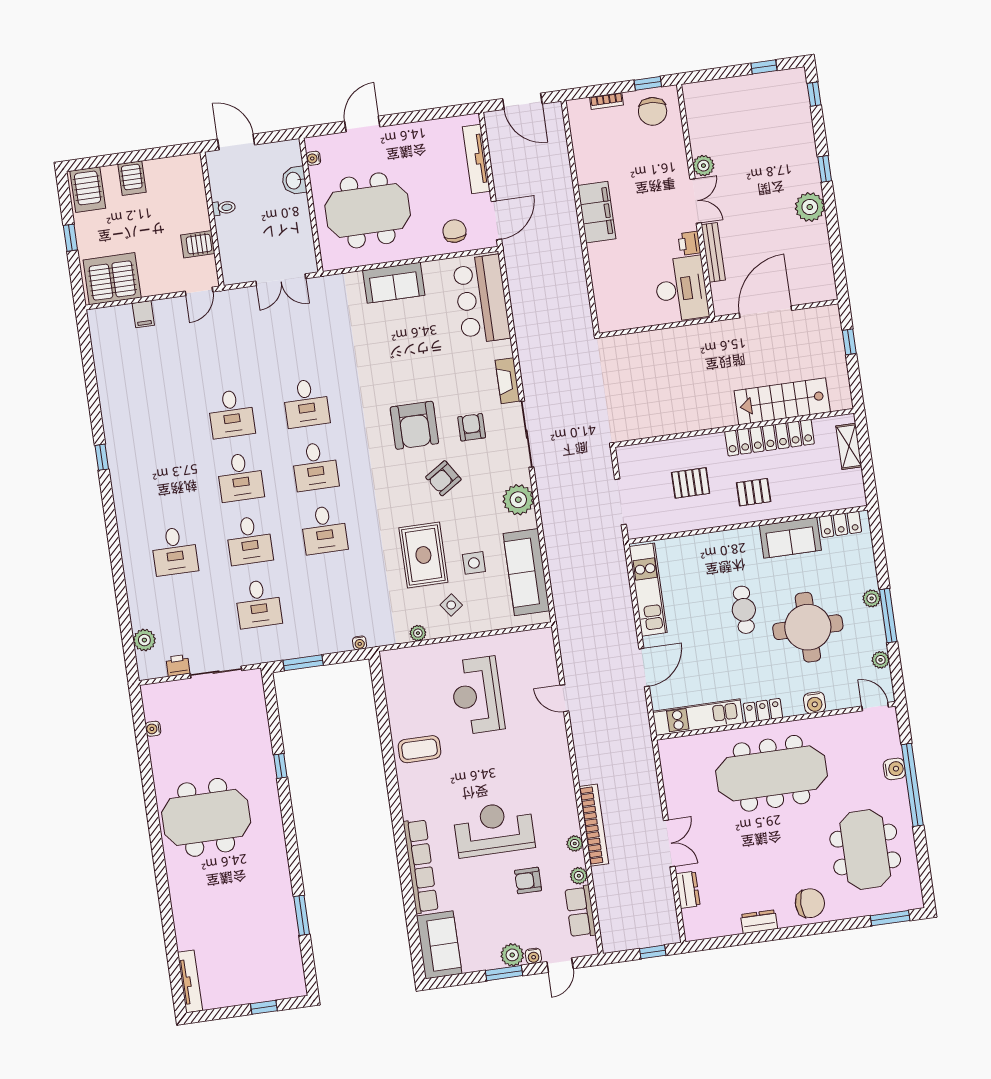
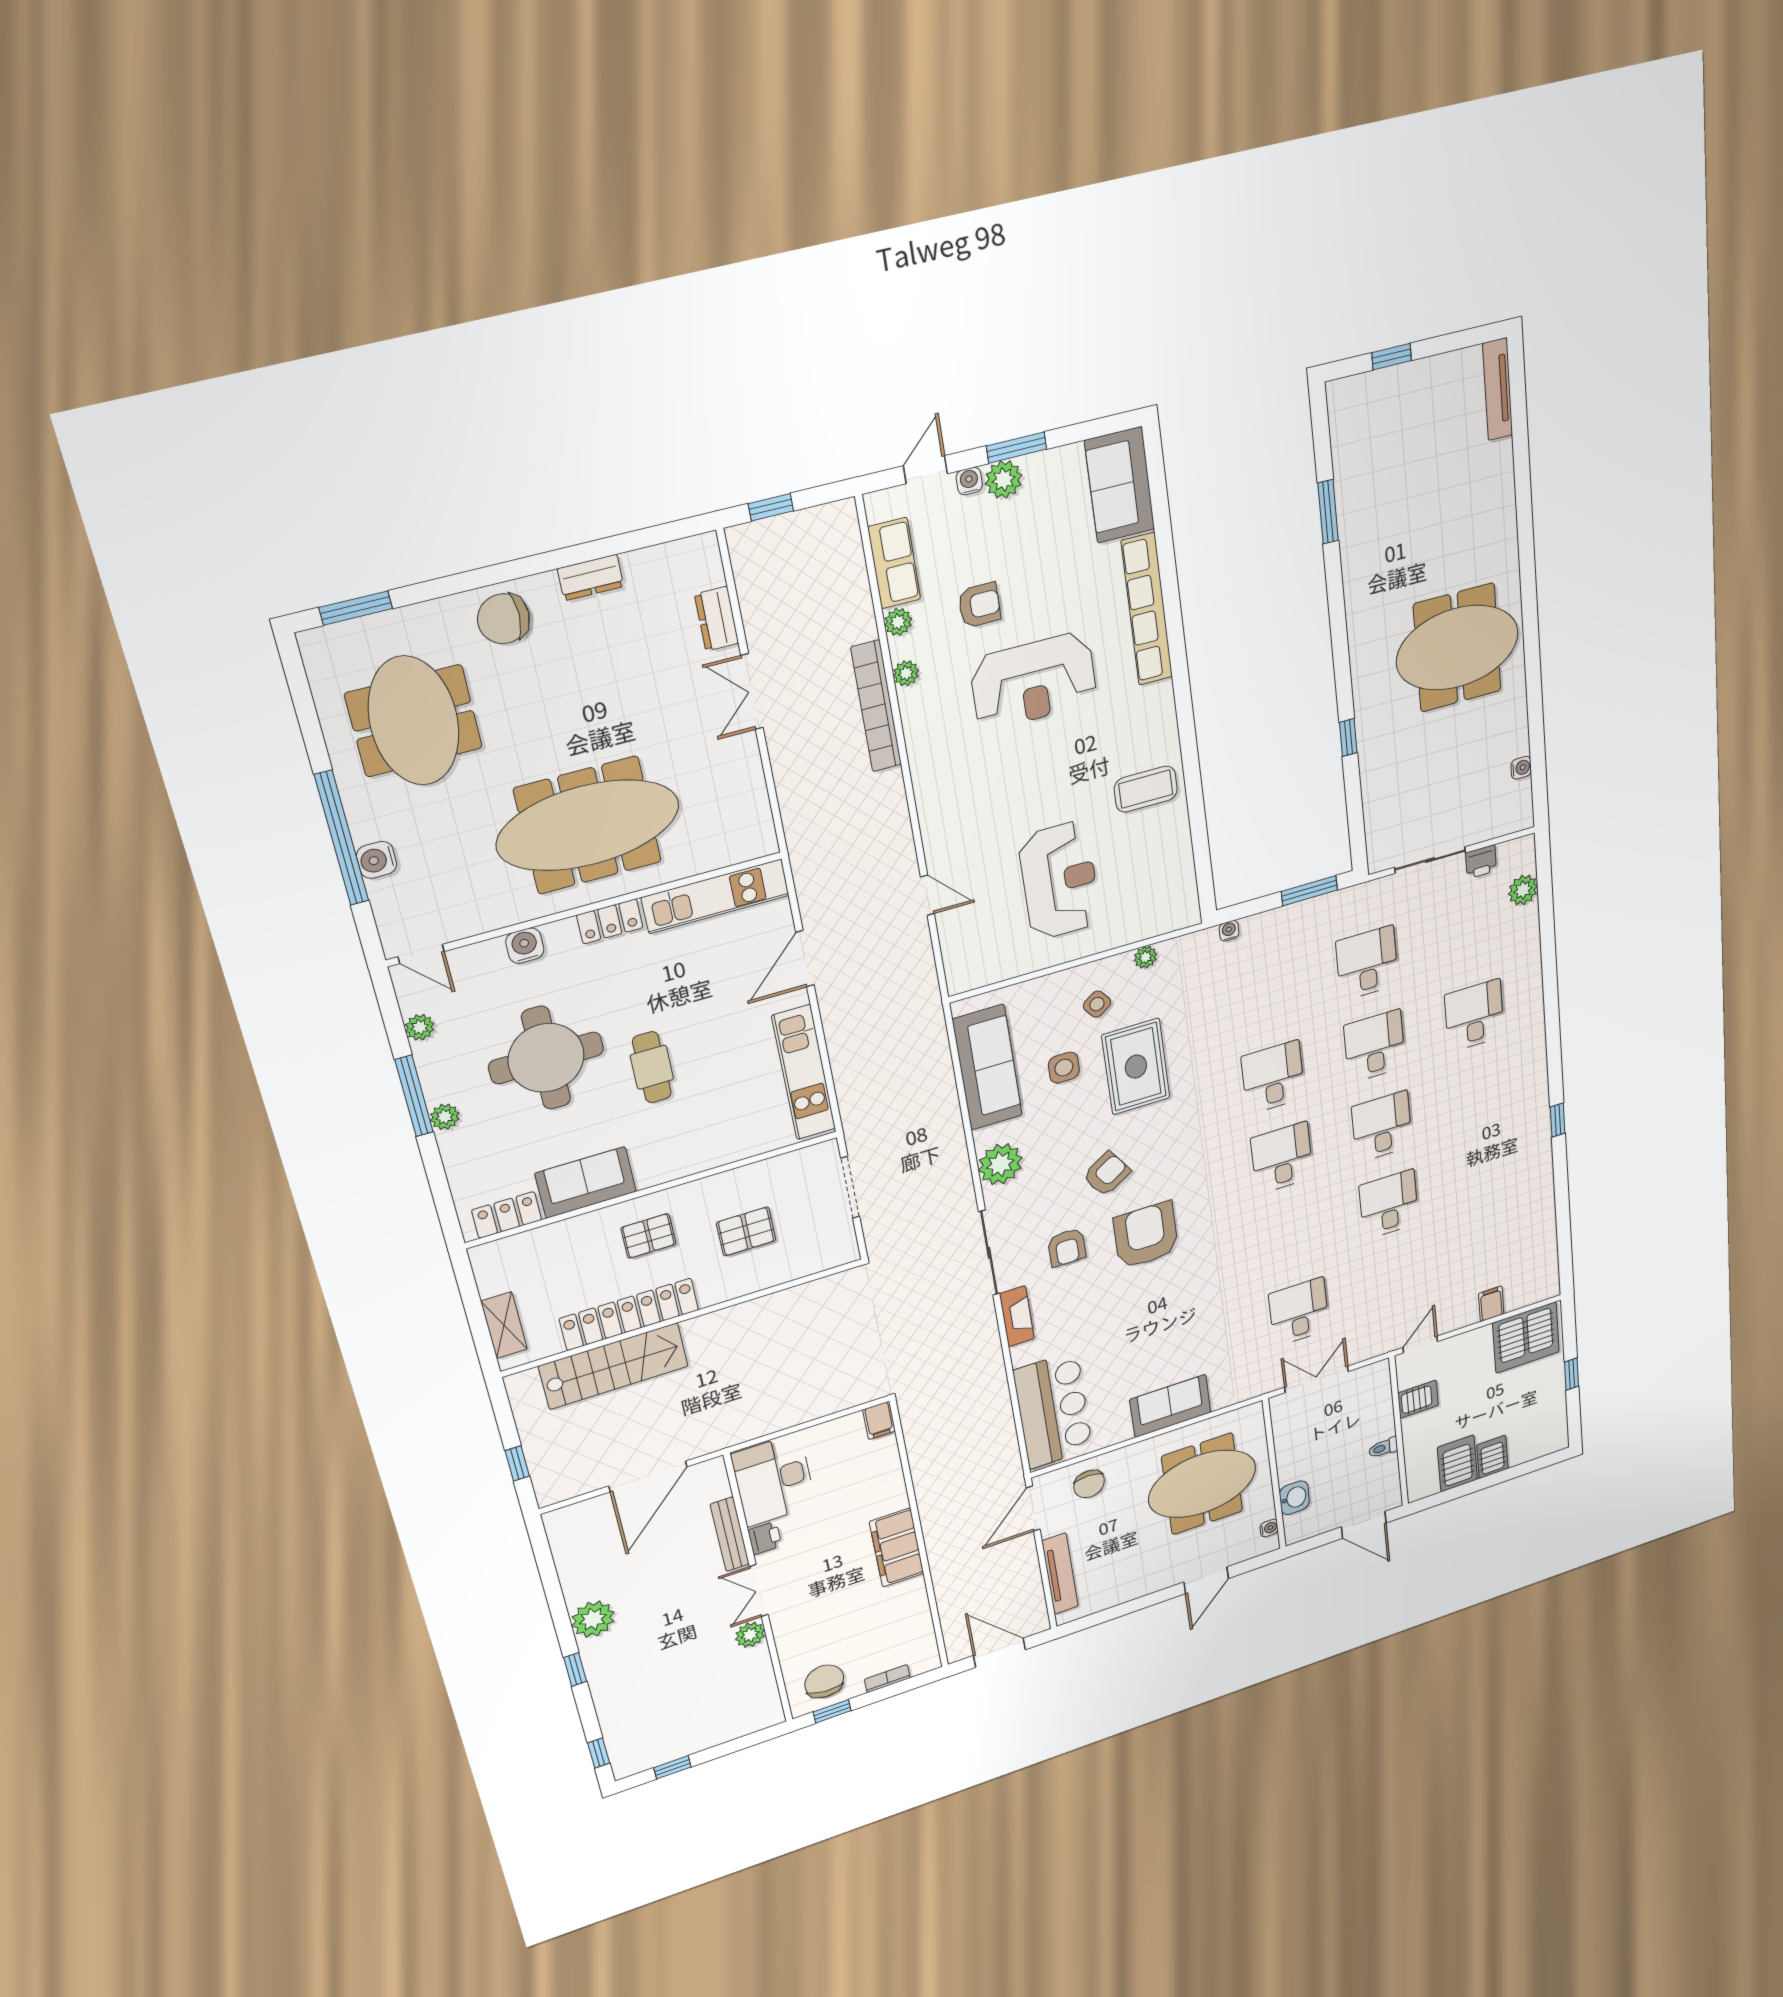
server rack: (88, 190) -> (1457, 1463), moved
filing cabinet: (606, 319) -> (879, 1420), added
desk: (306, 403) -> (1299, 1312), moved

